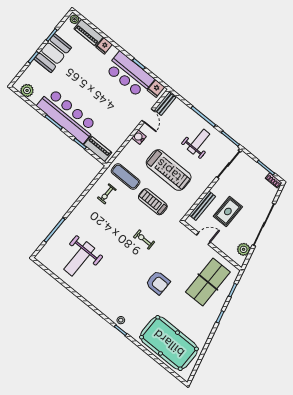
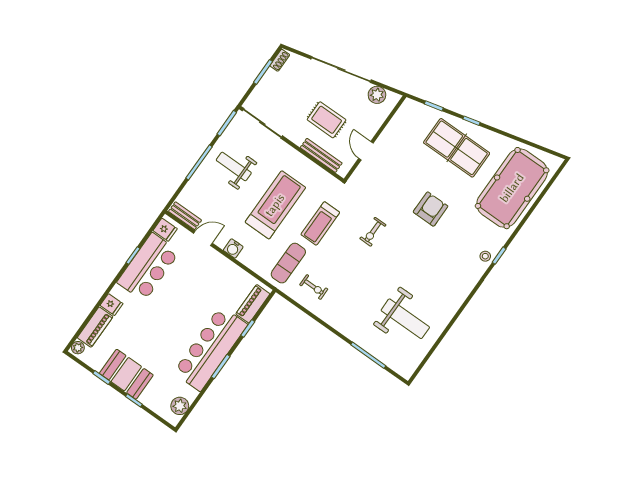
table tennis table: (208, 282) -> (457, 148), moved

